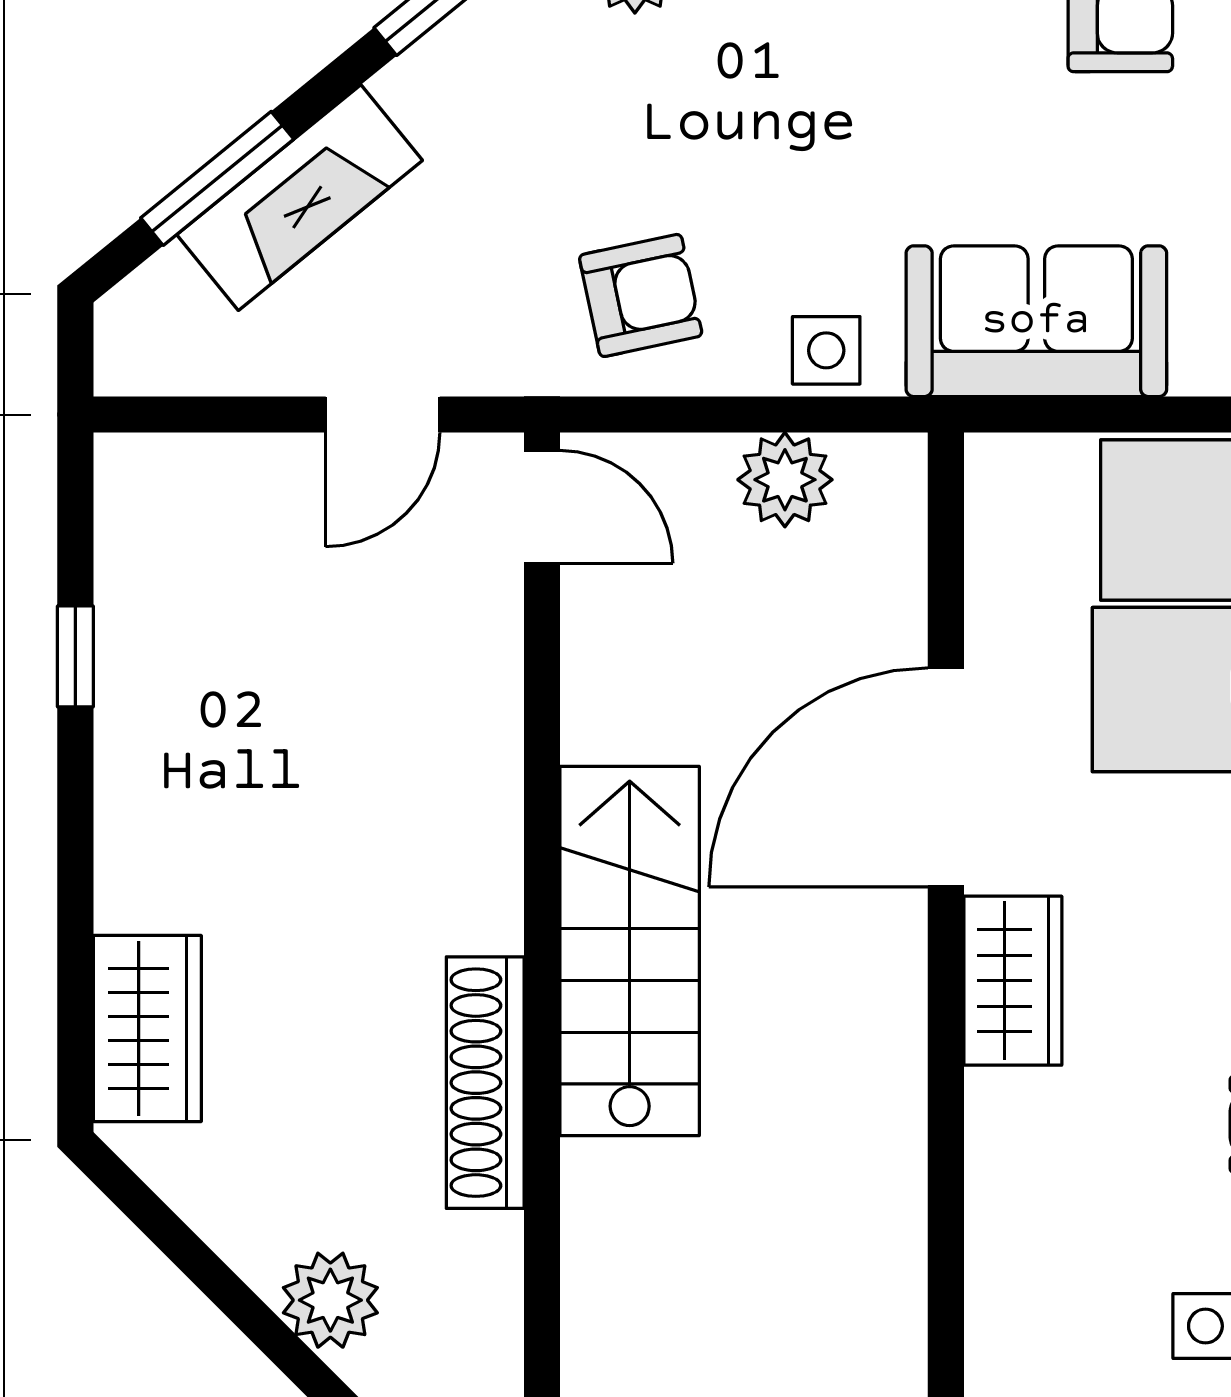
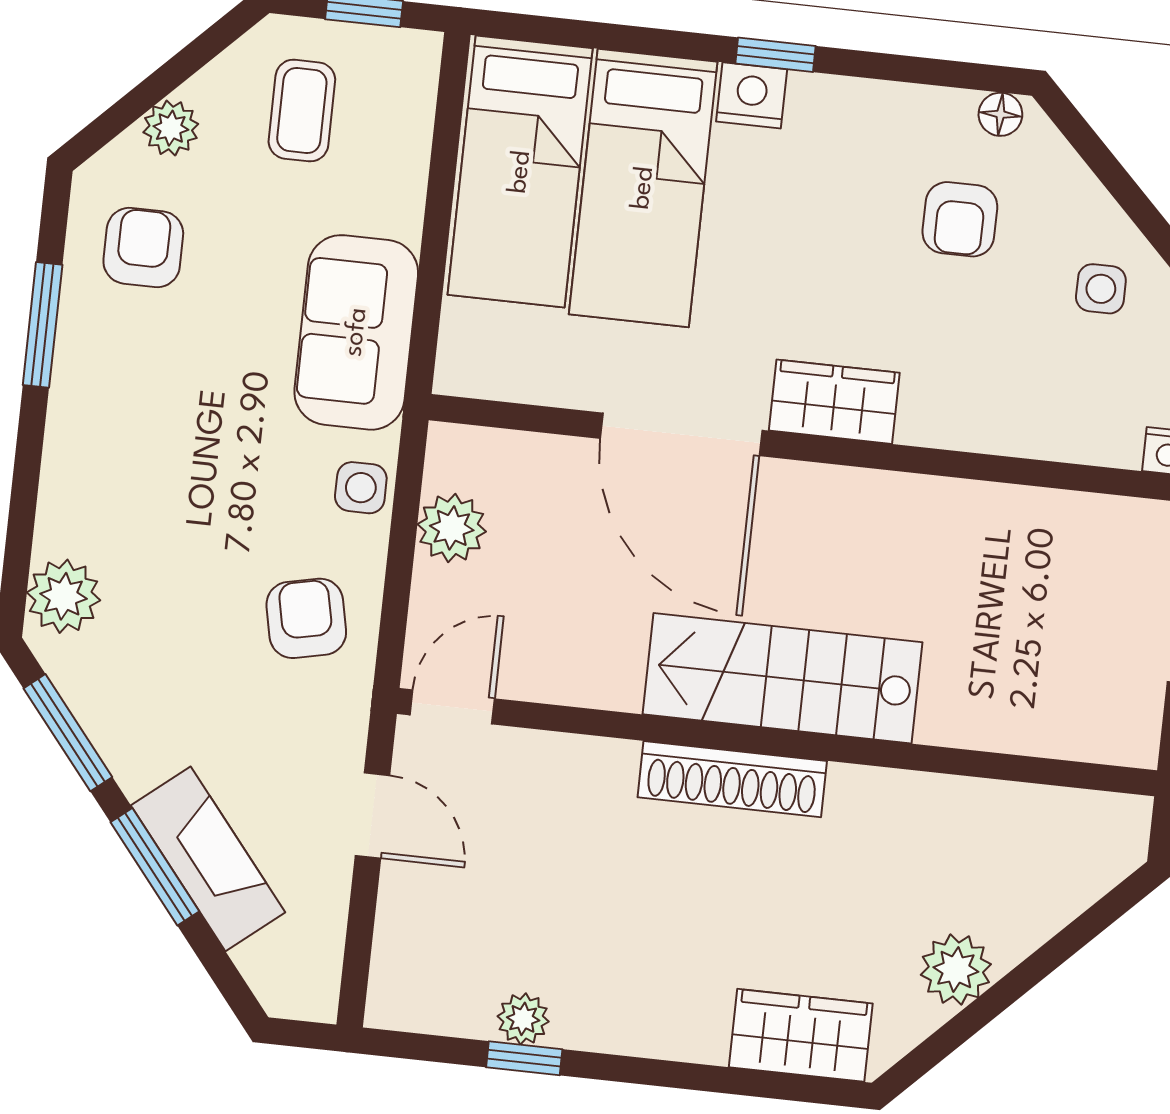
window: (217, 178) -> (155, 867), moved
plant: (129, 649) -> (523, 1019), added
shoe rack: (485, 1083) -> (732, 779), moved
plant: (330, 1300) -> (956, 969), moved

